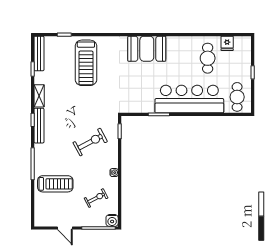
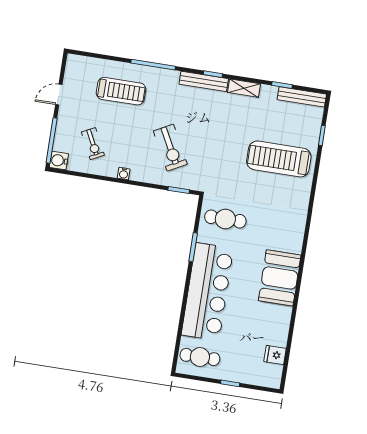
booth: (147, 49) -> (280, 278), moved
cafe table: (208, 58) -> (225, 219), moved
treadmill: (55, 184) -> (121, 91), turned -90

